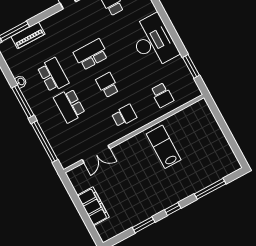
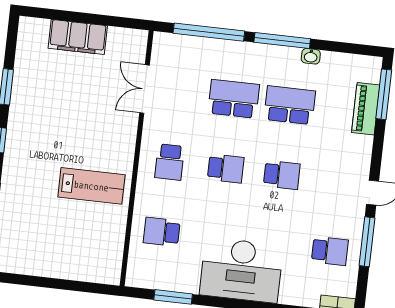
school desk: (91, 54) -> (282, 175), width x0.54
school desk: (53, 75) -> (290, 105), turned 180

